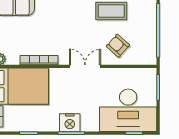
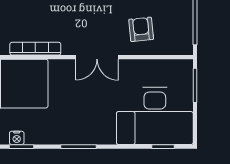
armchair: (118, 46) -> (141, 29), turned 42
double door: (85, 66) -> (97, 57), swing flipped
nightstand: (70, 123) -> (17, 138), moved, width x0.53, depth x0.56

